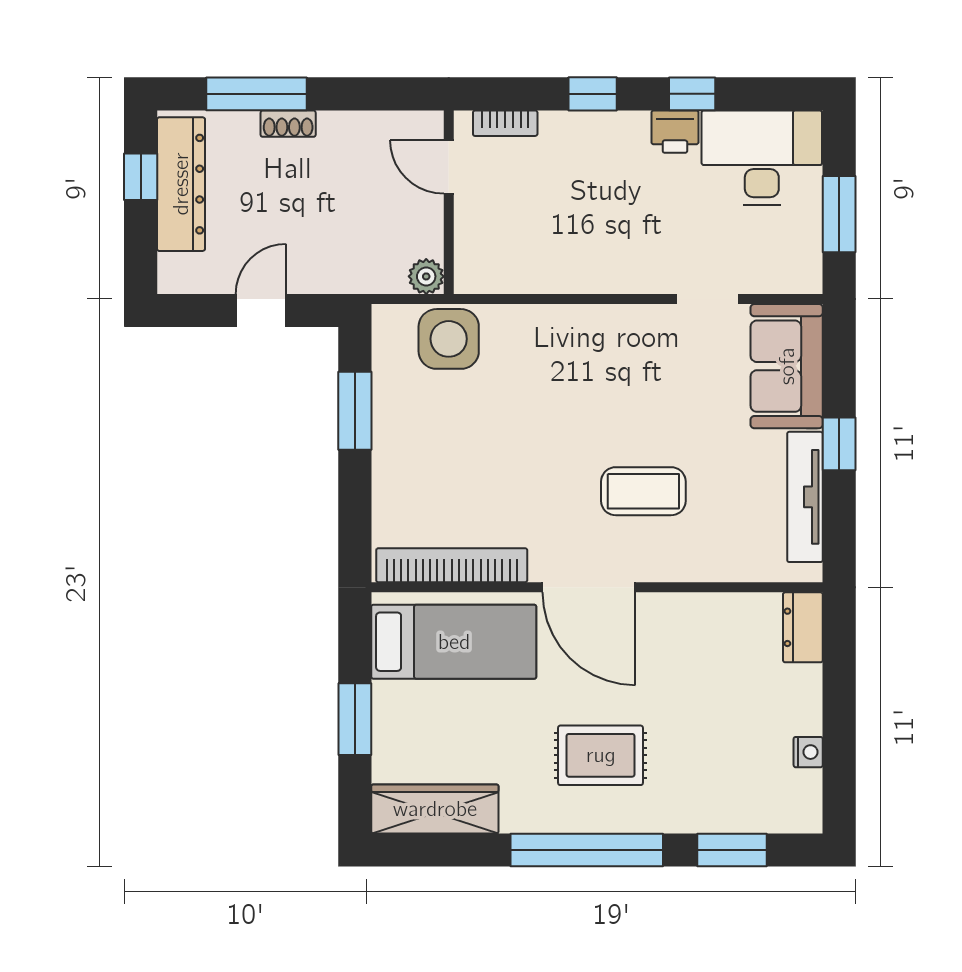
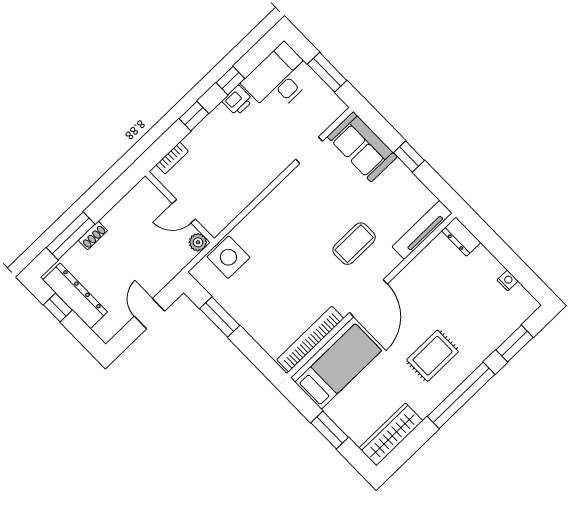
door: (449, 167) -> (184, 211), moved
tv unit: (805, 497) -> (422, 230), moved, turned 90
door: (589, 587) -> (368, 298), hinge flipped

